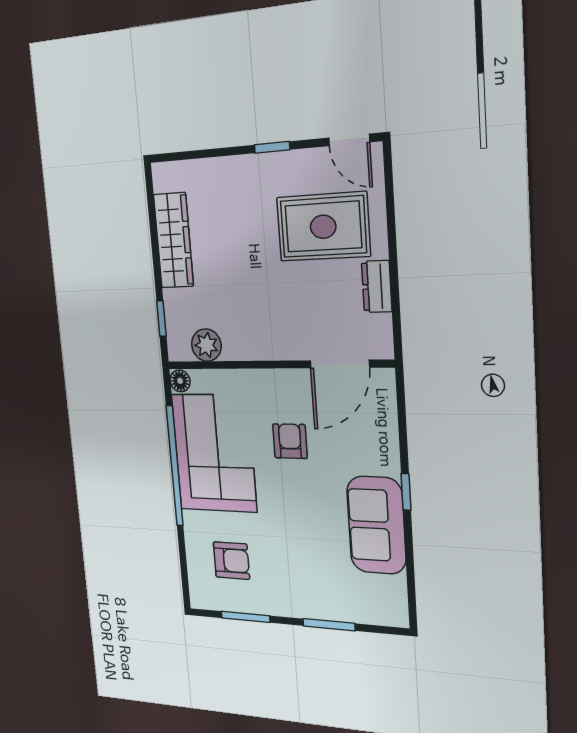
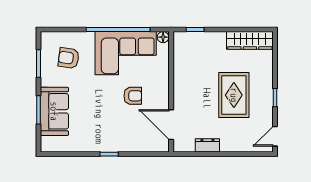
rug: (323, 227) -> (234, 95), moved
wardrobe: (173, 240) -> (250, 40), moved
plant: (206, 345) -> (181, 54), removed
sofa: (376, 525) -> (54, 111), moved, turned 90
armchair: (231, 561) -> (69, 58), turned 98

